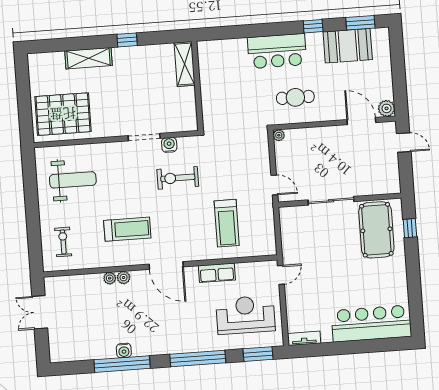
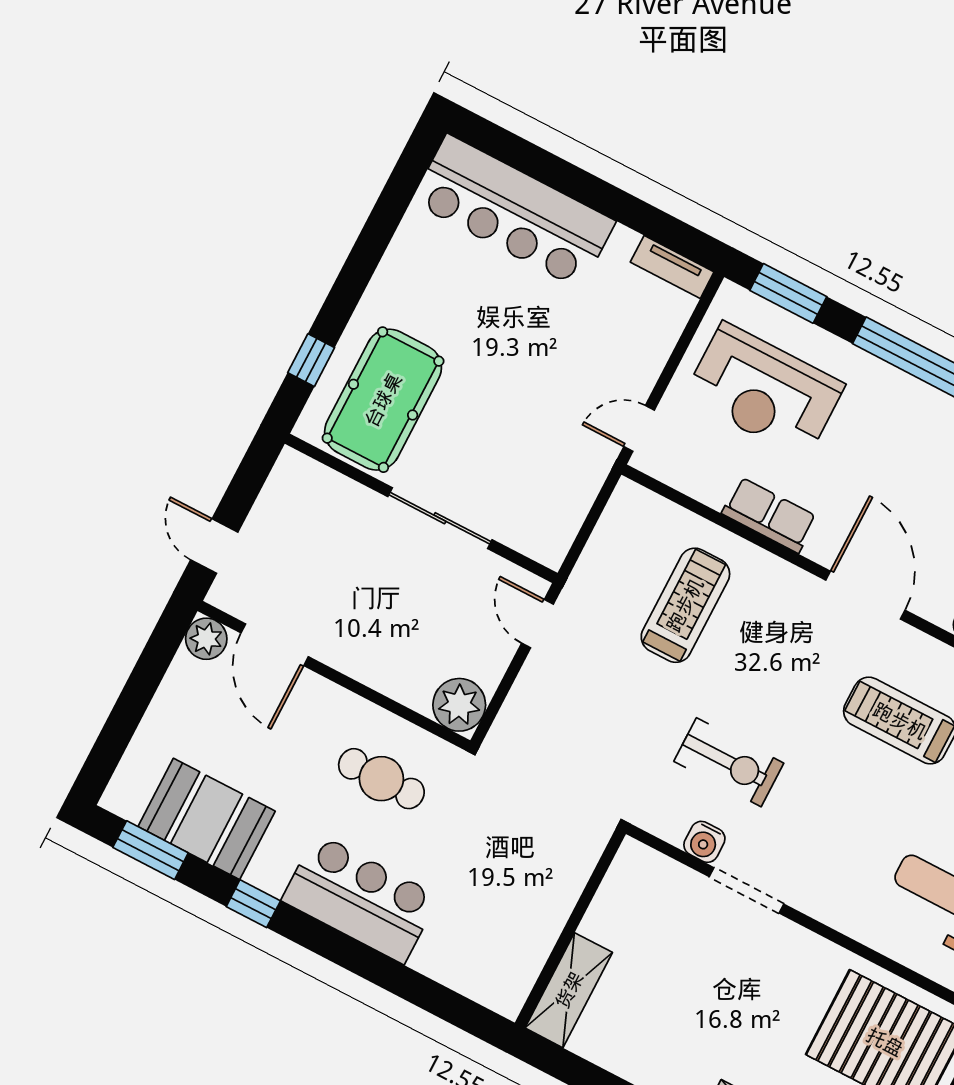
plant: (279, 135) -> (459, 705), width x1.88, depth x1.88

